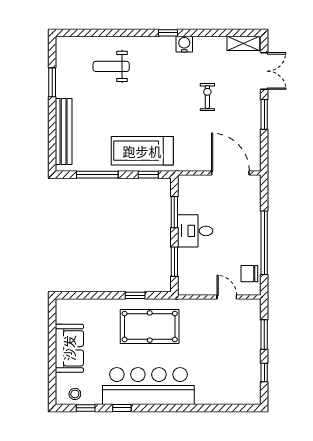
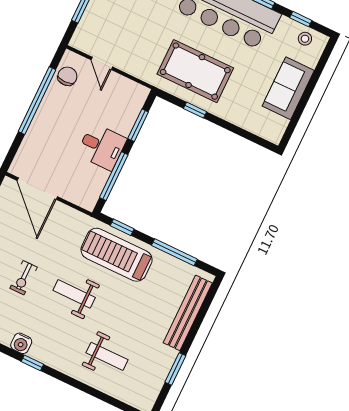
weight bench: (161, 103) -> (74, 294), added
treadmill: (142, 151) -> (117, 255), turned 180
window: (174, 212) -> (114, 176), width x1.44
chair: (249, 274) -> (67, 76), turned -90

